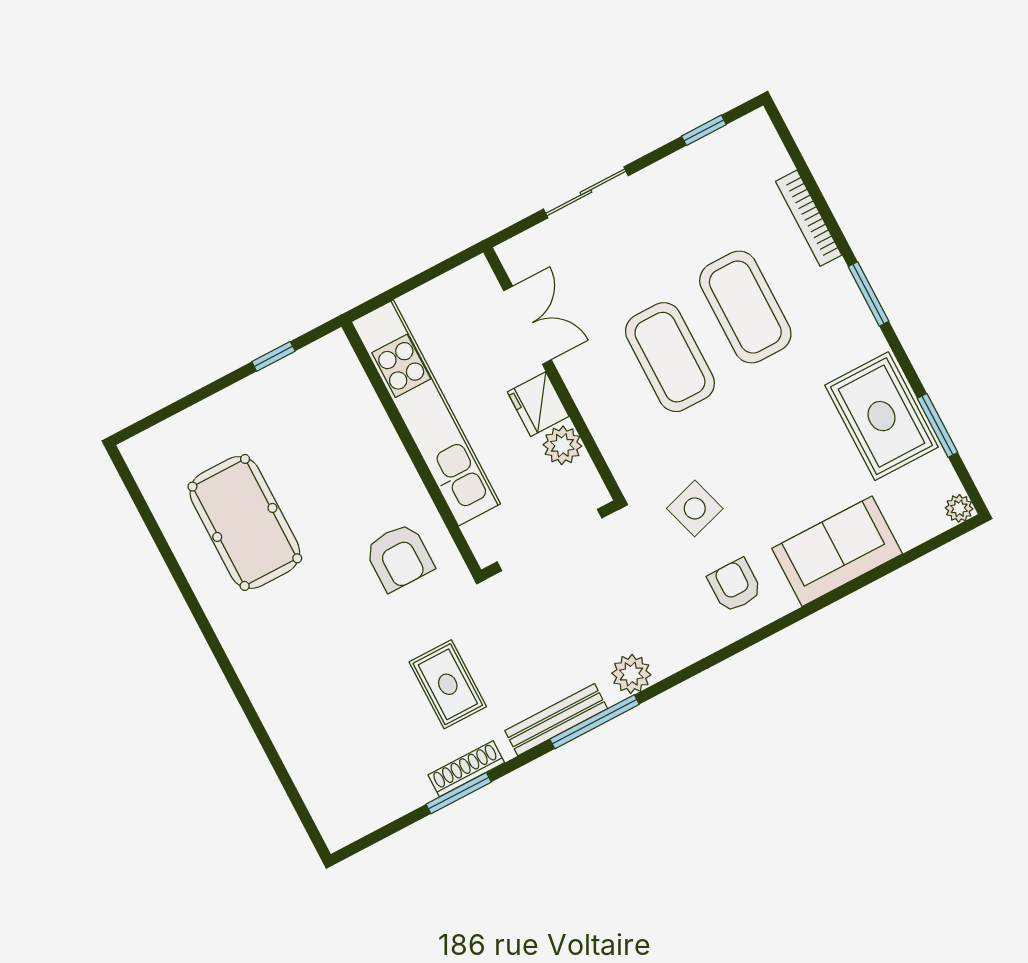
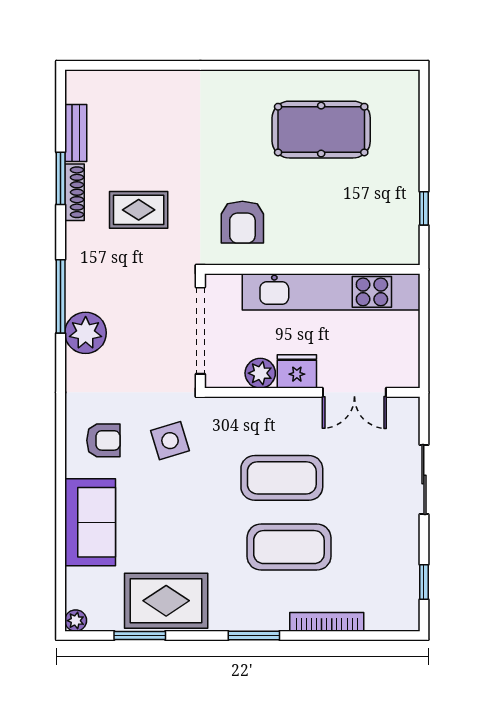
armchair: (399, 557) -> (242, 222), turned -90
plant: (631, 674) -> (86, 333), width x1.36, depth x1.36
bench: (556, 720) -> (76, 133), moved, width x0.73

